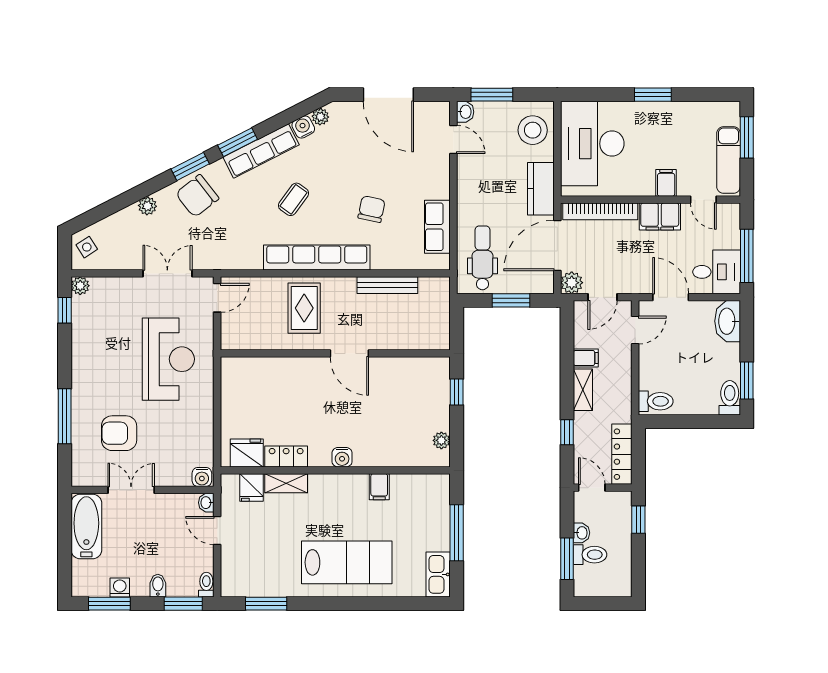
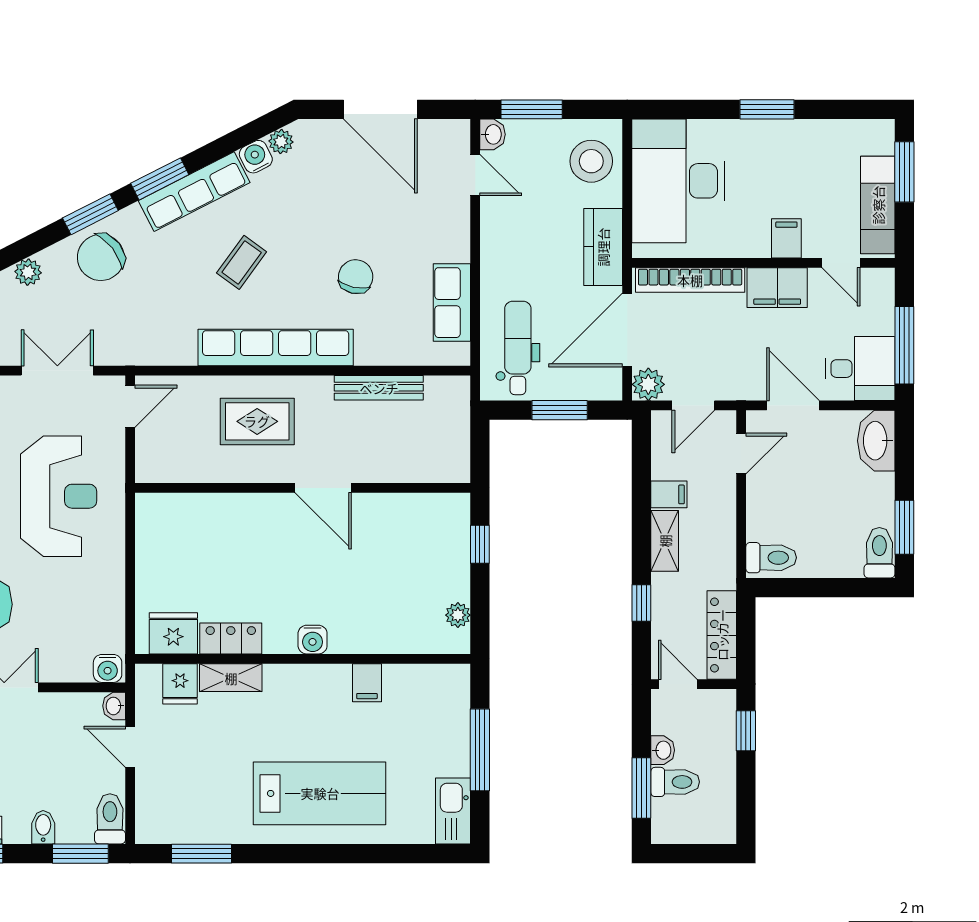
rug: (304, 308) -> (257, 421), turned 90
toilet: (206, 585) -> (110, 819), width x1.37, depth x1.39

